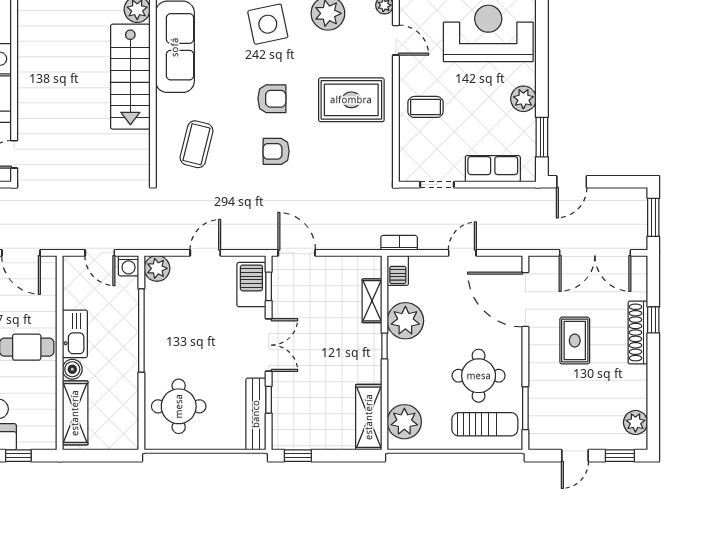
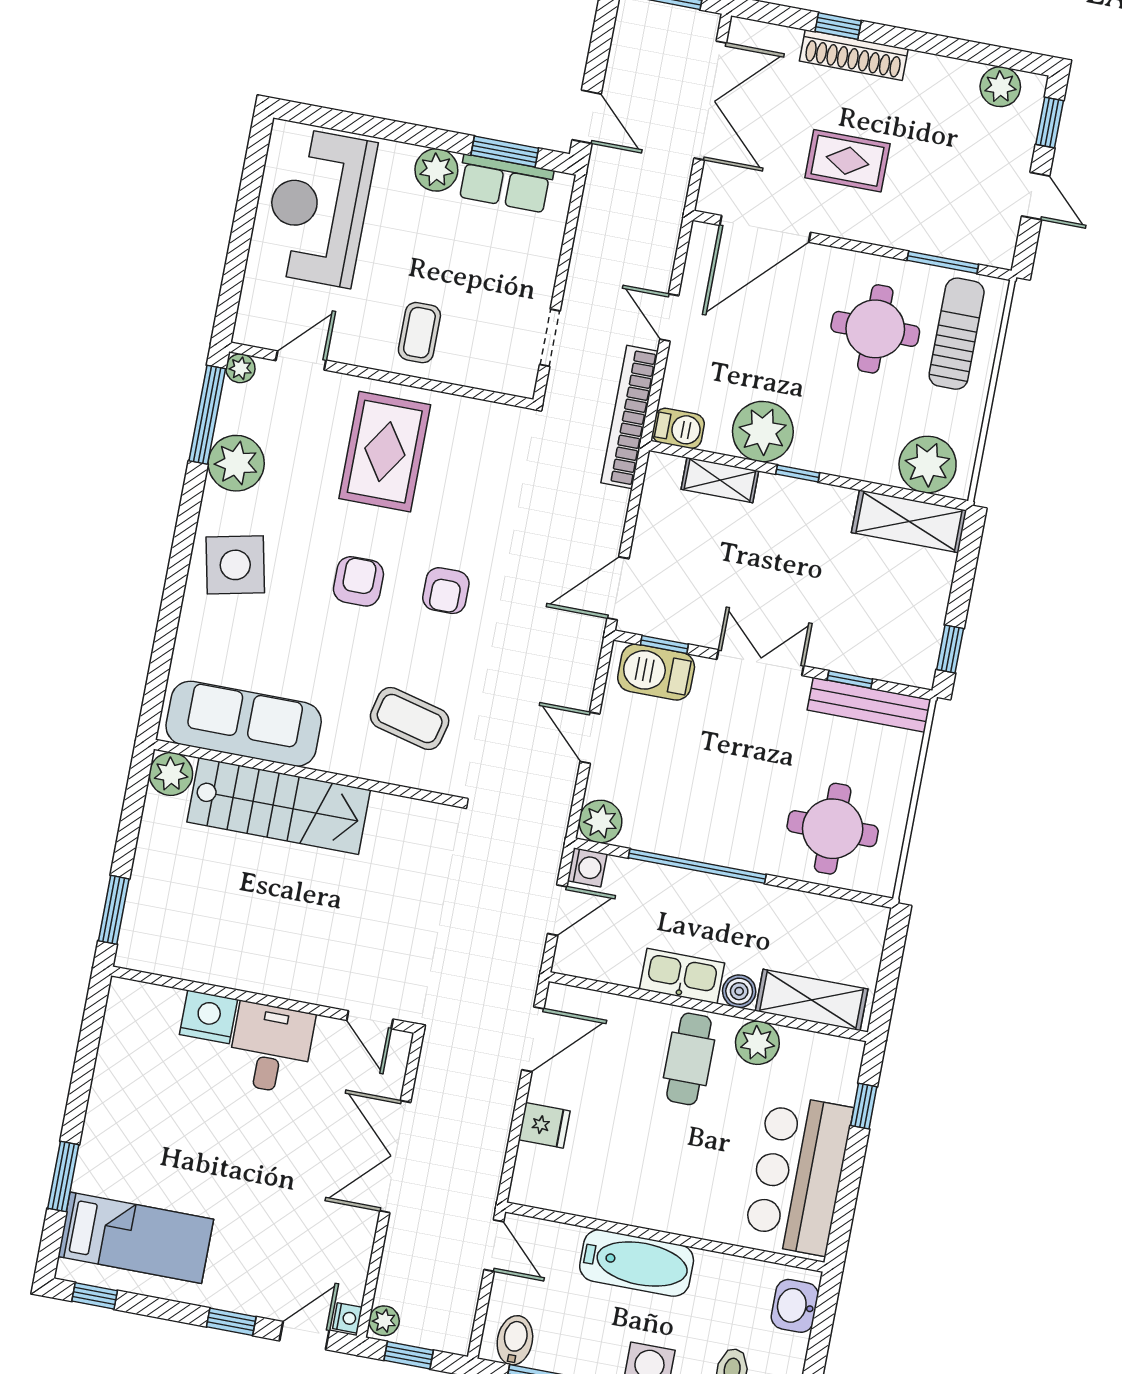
row of seats: (493, 169) -> (505, 184), moved, turned -90
bookcase: (399, 243) -> (630, 417), width x2.31, depth x1.31
plant: (44, 386) -> (757, 1043), added

